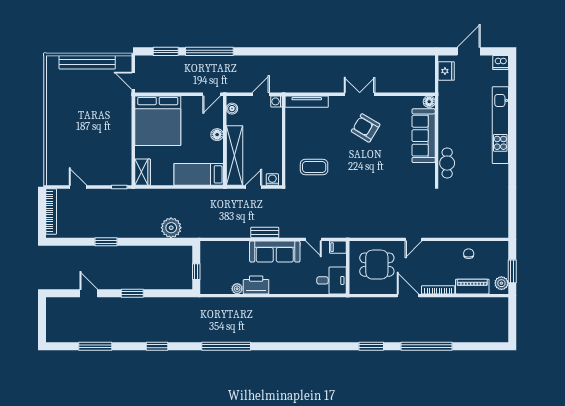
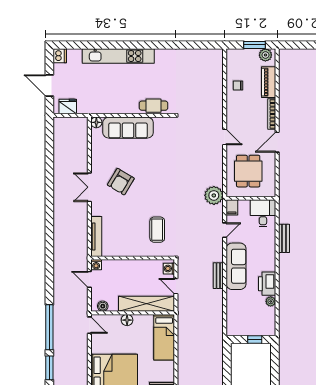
plant: (171, 228) -> (214, 195), moved
bench: (305, 303) -> (284, 238), added

